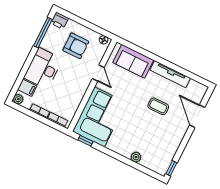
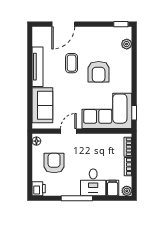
window: (43, 33) -> (77, 198), moved
desk: (43, 68) -> (93, 182), width x0.73
armchair: (138, 127) -> (99, 72), added
plant: (136, 157) -> (127, 44), moved

